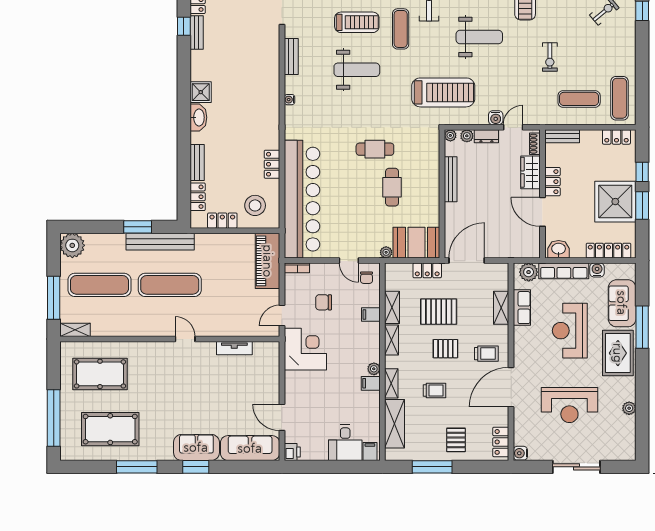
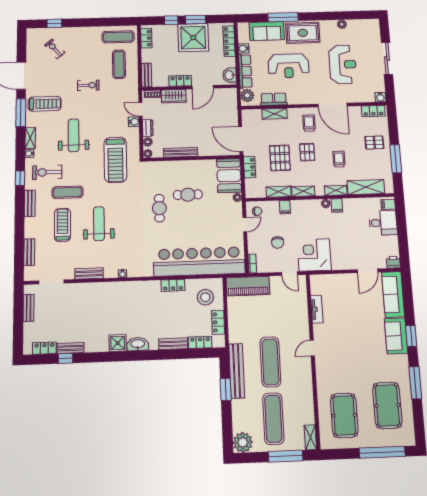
treadmill: (443, 92) -> (115, 160), turned 180

